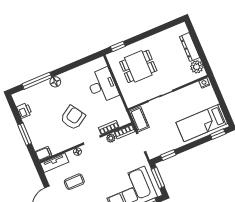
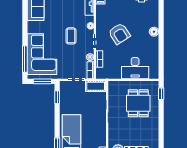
window: (37, 81) -> (161, 17), removed
coffee table: (74, 182) -> (71, 36), moved

